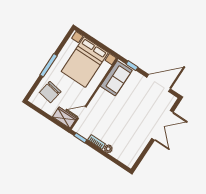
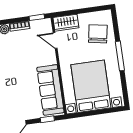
sofa: (116, 78) -> (50, 90), width x1.36
door: (82, 112) -> (55, 40), swing flipped

